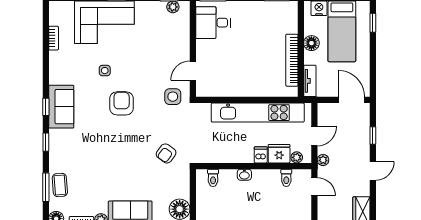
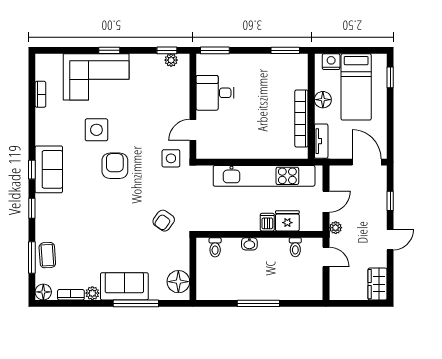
desk: (213, 23) -> (215, 93), moved
side table: (105, 71) -> (96, 130), width x1.87, depth x1.87
plant: (297, 157) -> (307, 225), removed

